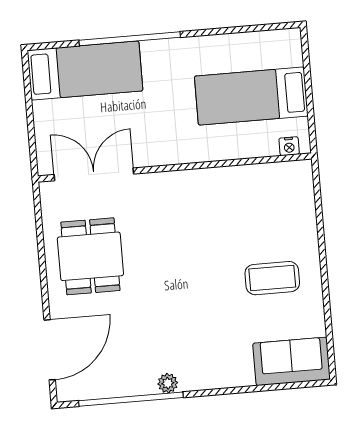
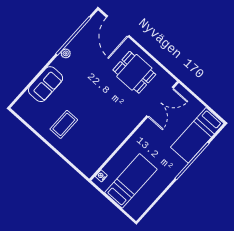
sofa: (292, 361) -> (46, 84), moved

